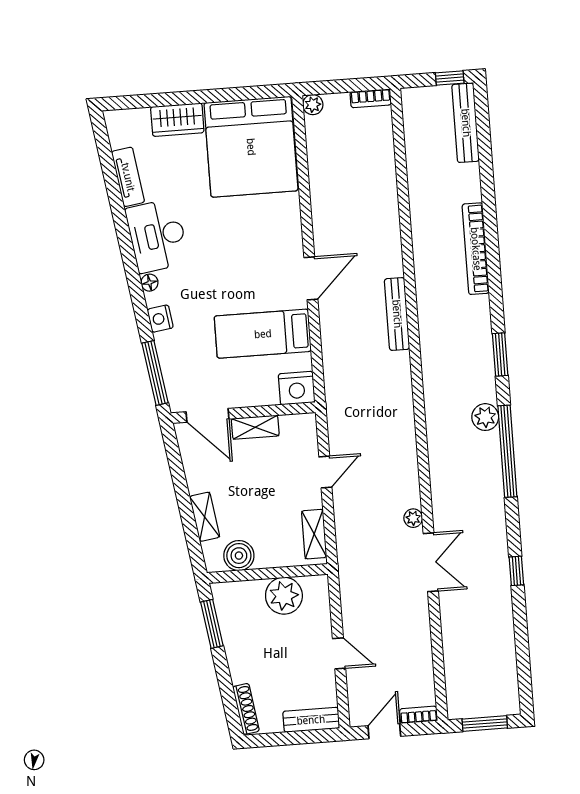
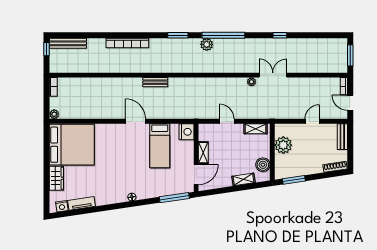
desk: (157, 236) -> (110, 192), removed
bench: (397, 314) -> (155, 82), width x0.73
nightstand: (160, 319) -> (62, 206), moved

